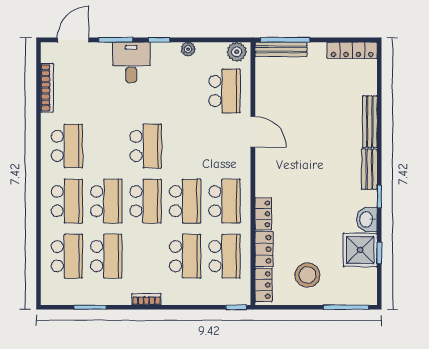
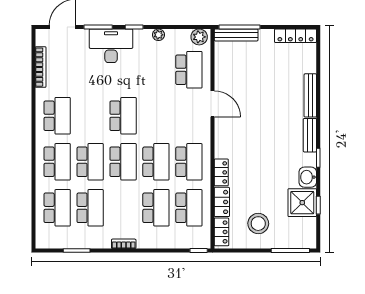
desk: (131, 62) -> (111, 46), width x1.37

